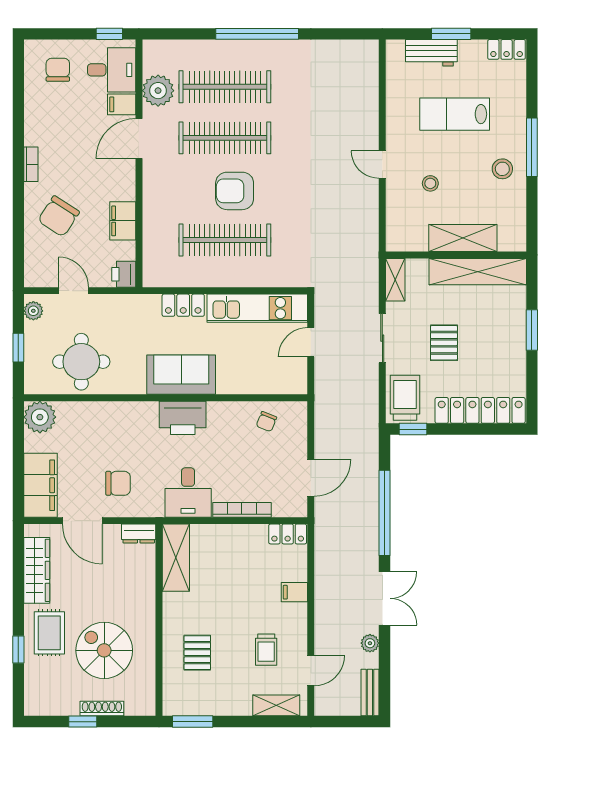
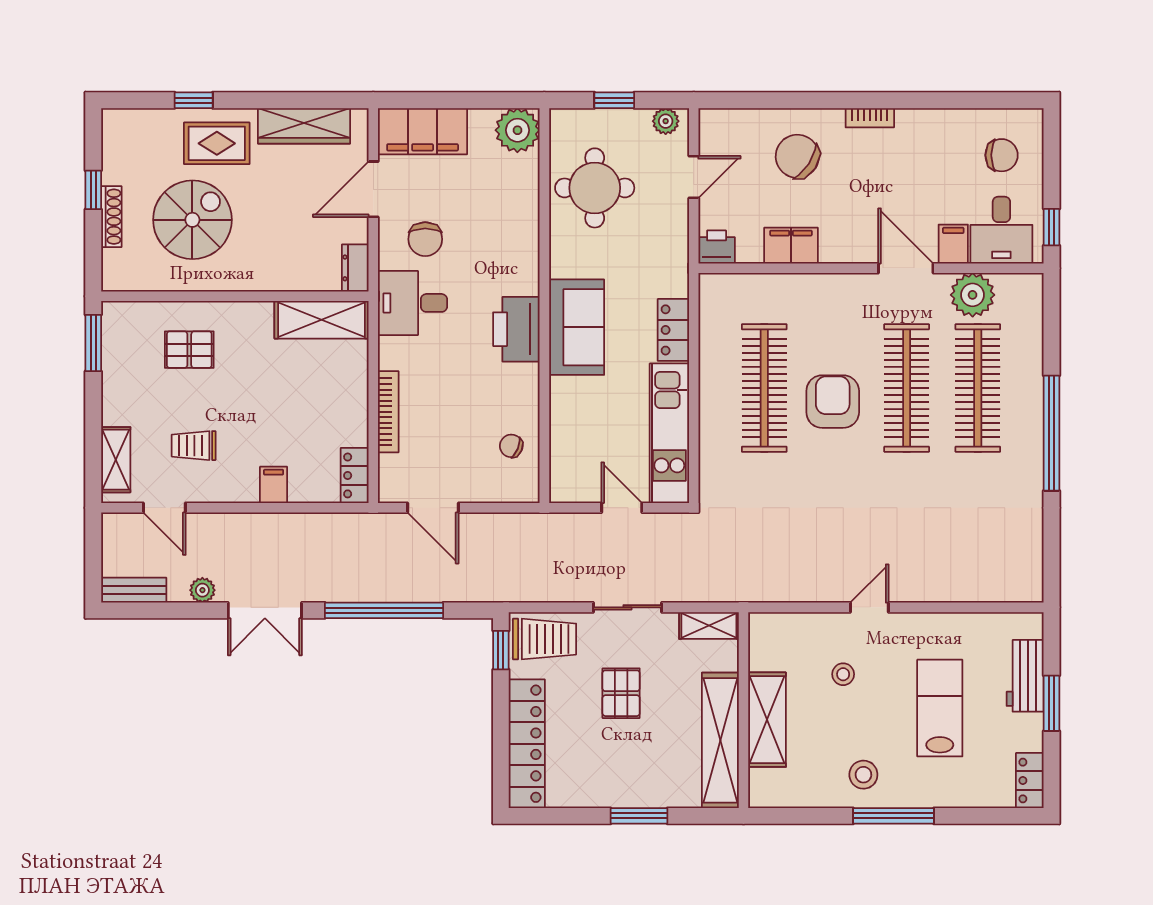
pallet: (444, 343) -> (621, 693), turned 90
desk: (188, 492) -> (412, 303), moved

